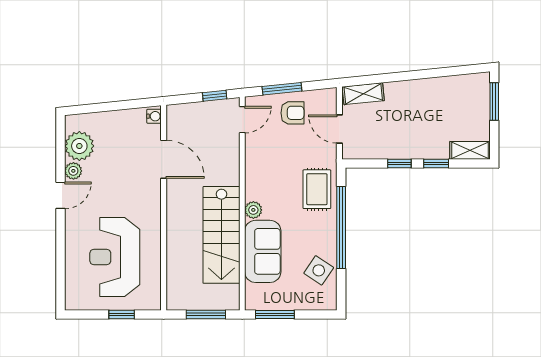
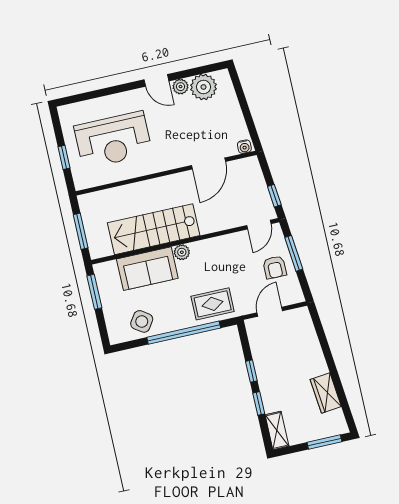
wardrobe: (441, 88) -> (326, 393), added
shelving: (363, 94) -> (305, 326), removed
door: (242, 120) -> (259, 225), hinge flipped
reception desk: (115, 257) -> (113, 140), turned 180

